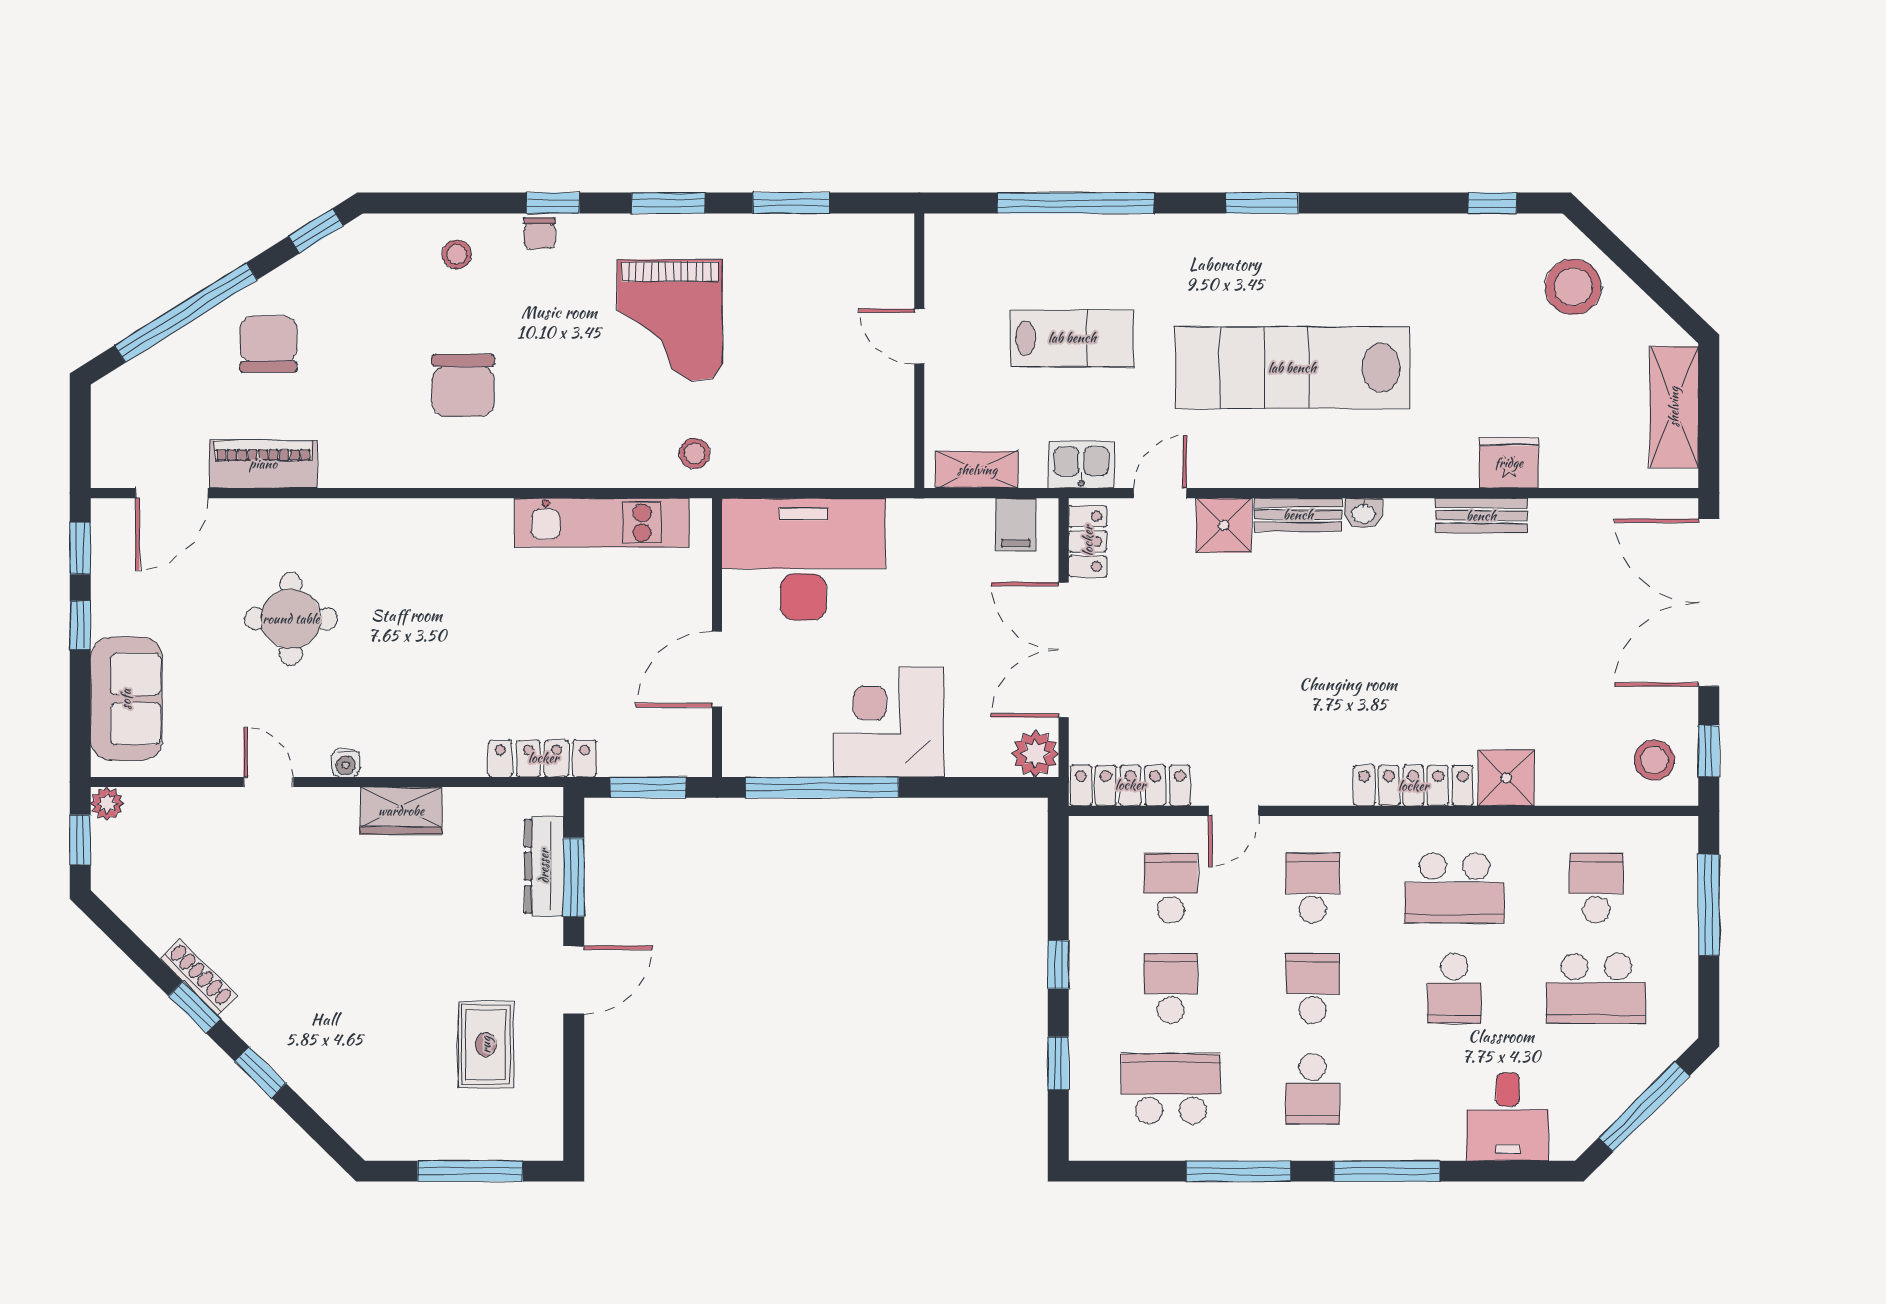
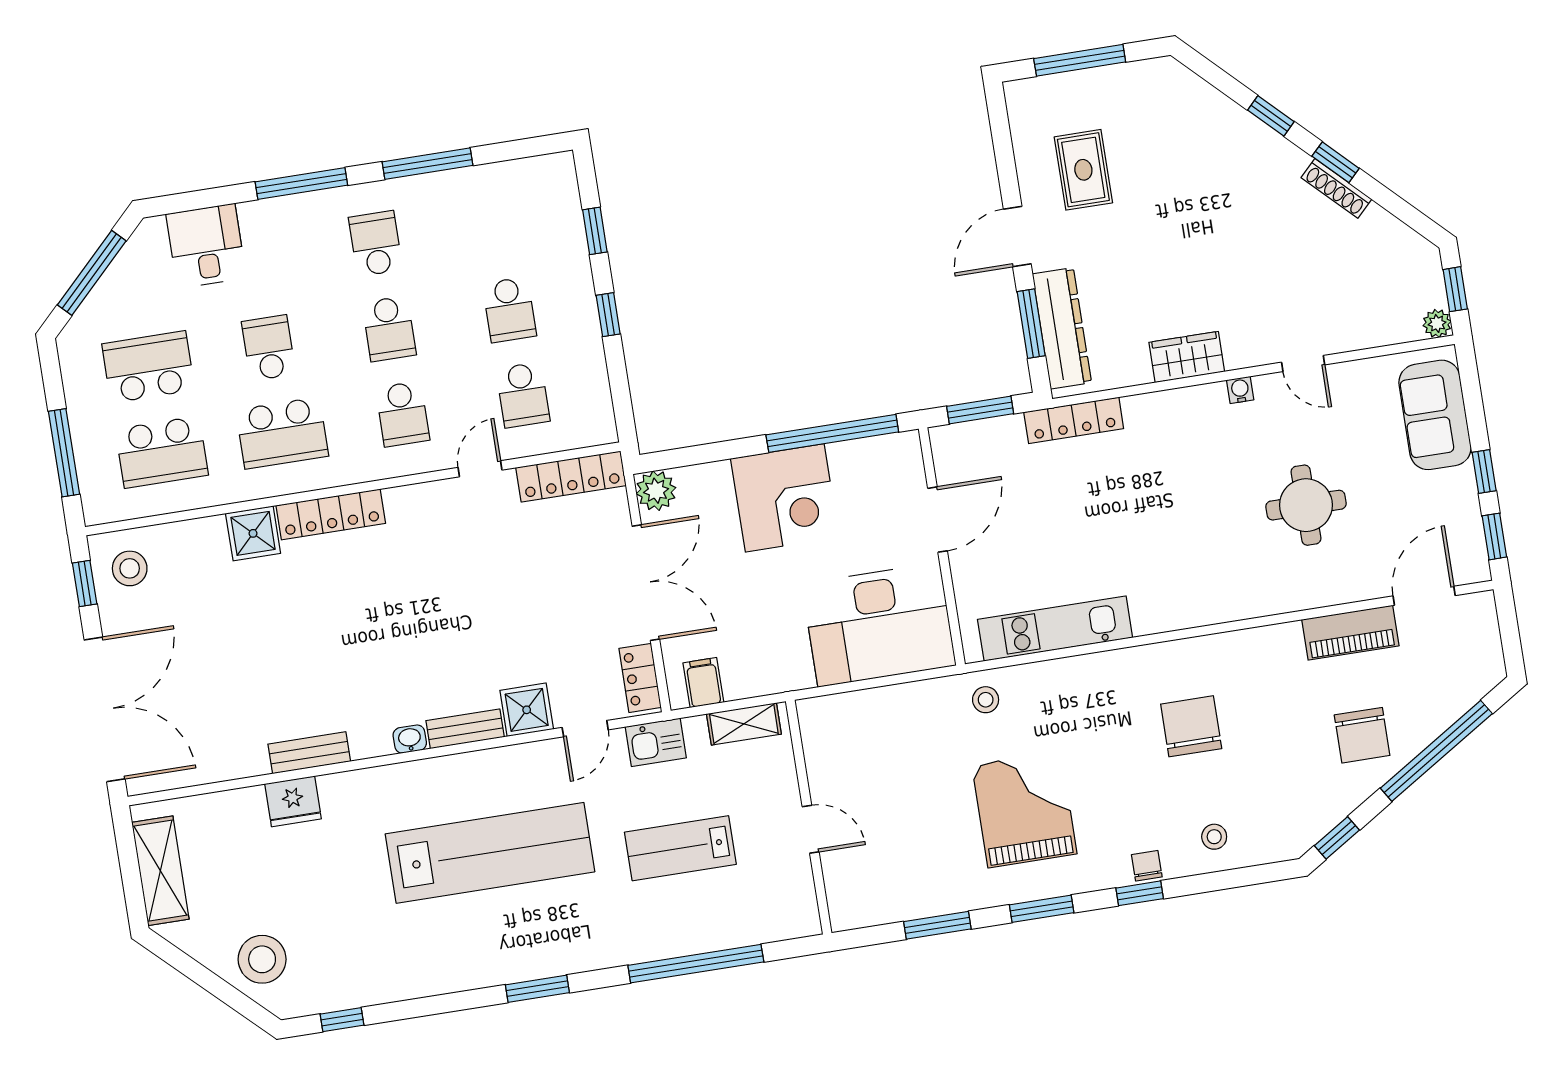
dresser: (544, 866) -> (1062, 328), width x1.37, depth x1.24
school desk: (1454, 888) -> (282, 433), turned 180
school desk: (1596, 888) -> (162, 452), width x1.85
school desk: (1171, 1089) -> (496, 224), removed

